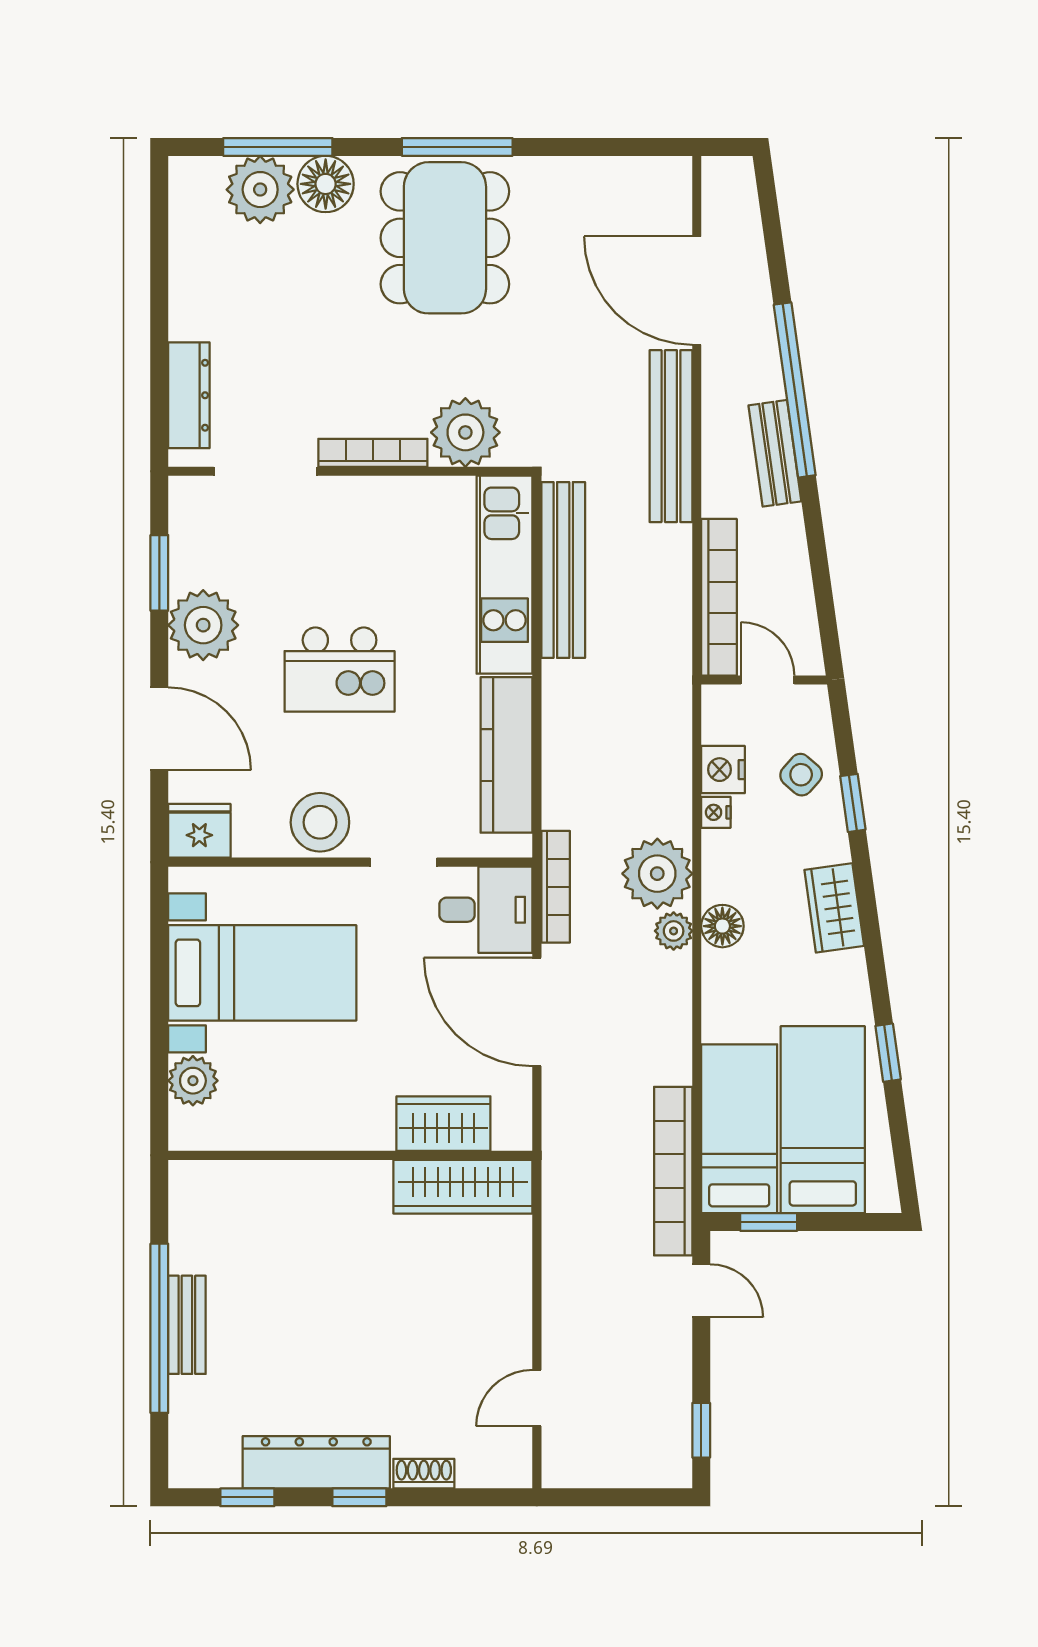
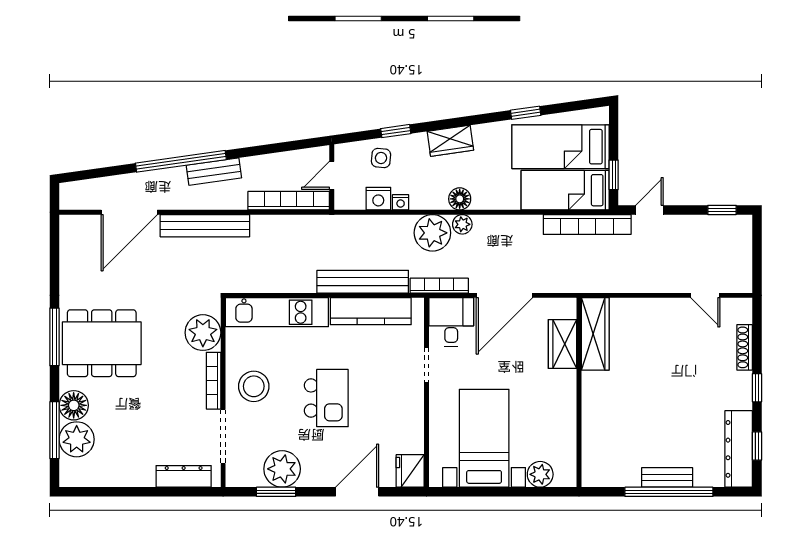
bench: (563, 570) -> (363, 282), moved
plant: (203, 625) -> (282, 469), moved
side table: (801, 775) -> (381, 158), turned -36
stool: (320, 822) -> (254, 386), moved
dresser: (316, 1462) -> (739, 449), moved
shoe rack: (424, 1474) -> (745, 347), width x1.43

